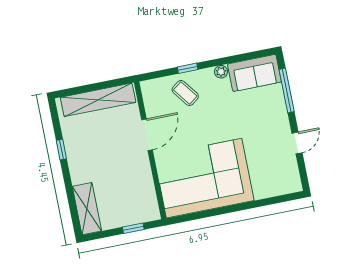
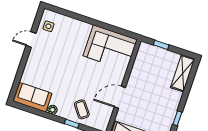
window: (287, 91) -> (19, 75), removed
side table: (285, 172) -> (48, 26), added
corner sofa: (204, 178) -> (110, 48), width x0.73, depth x0.74

